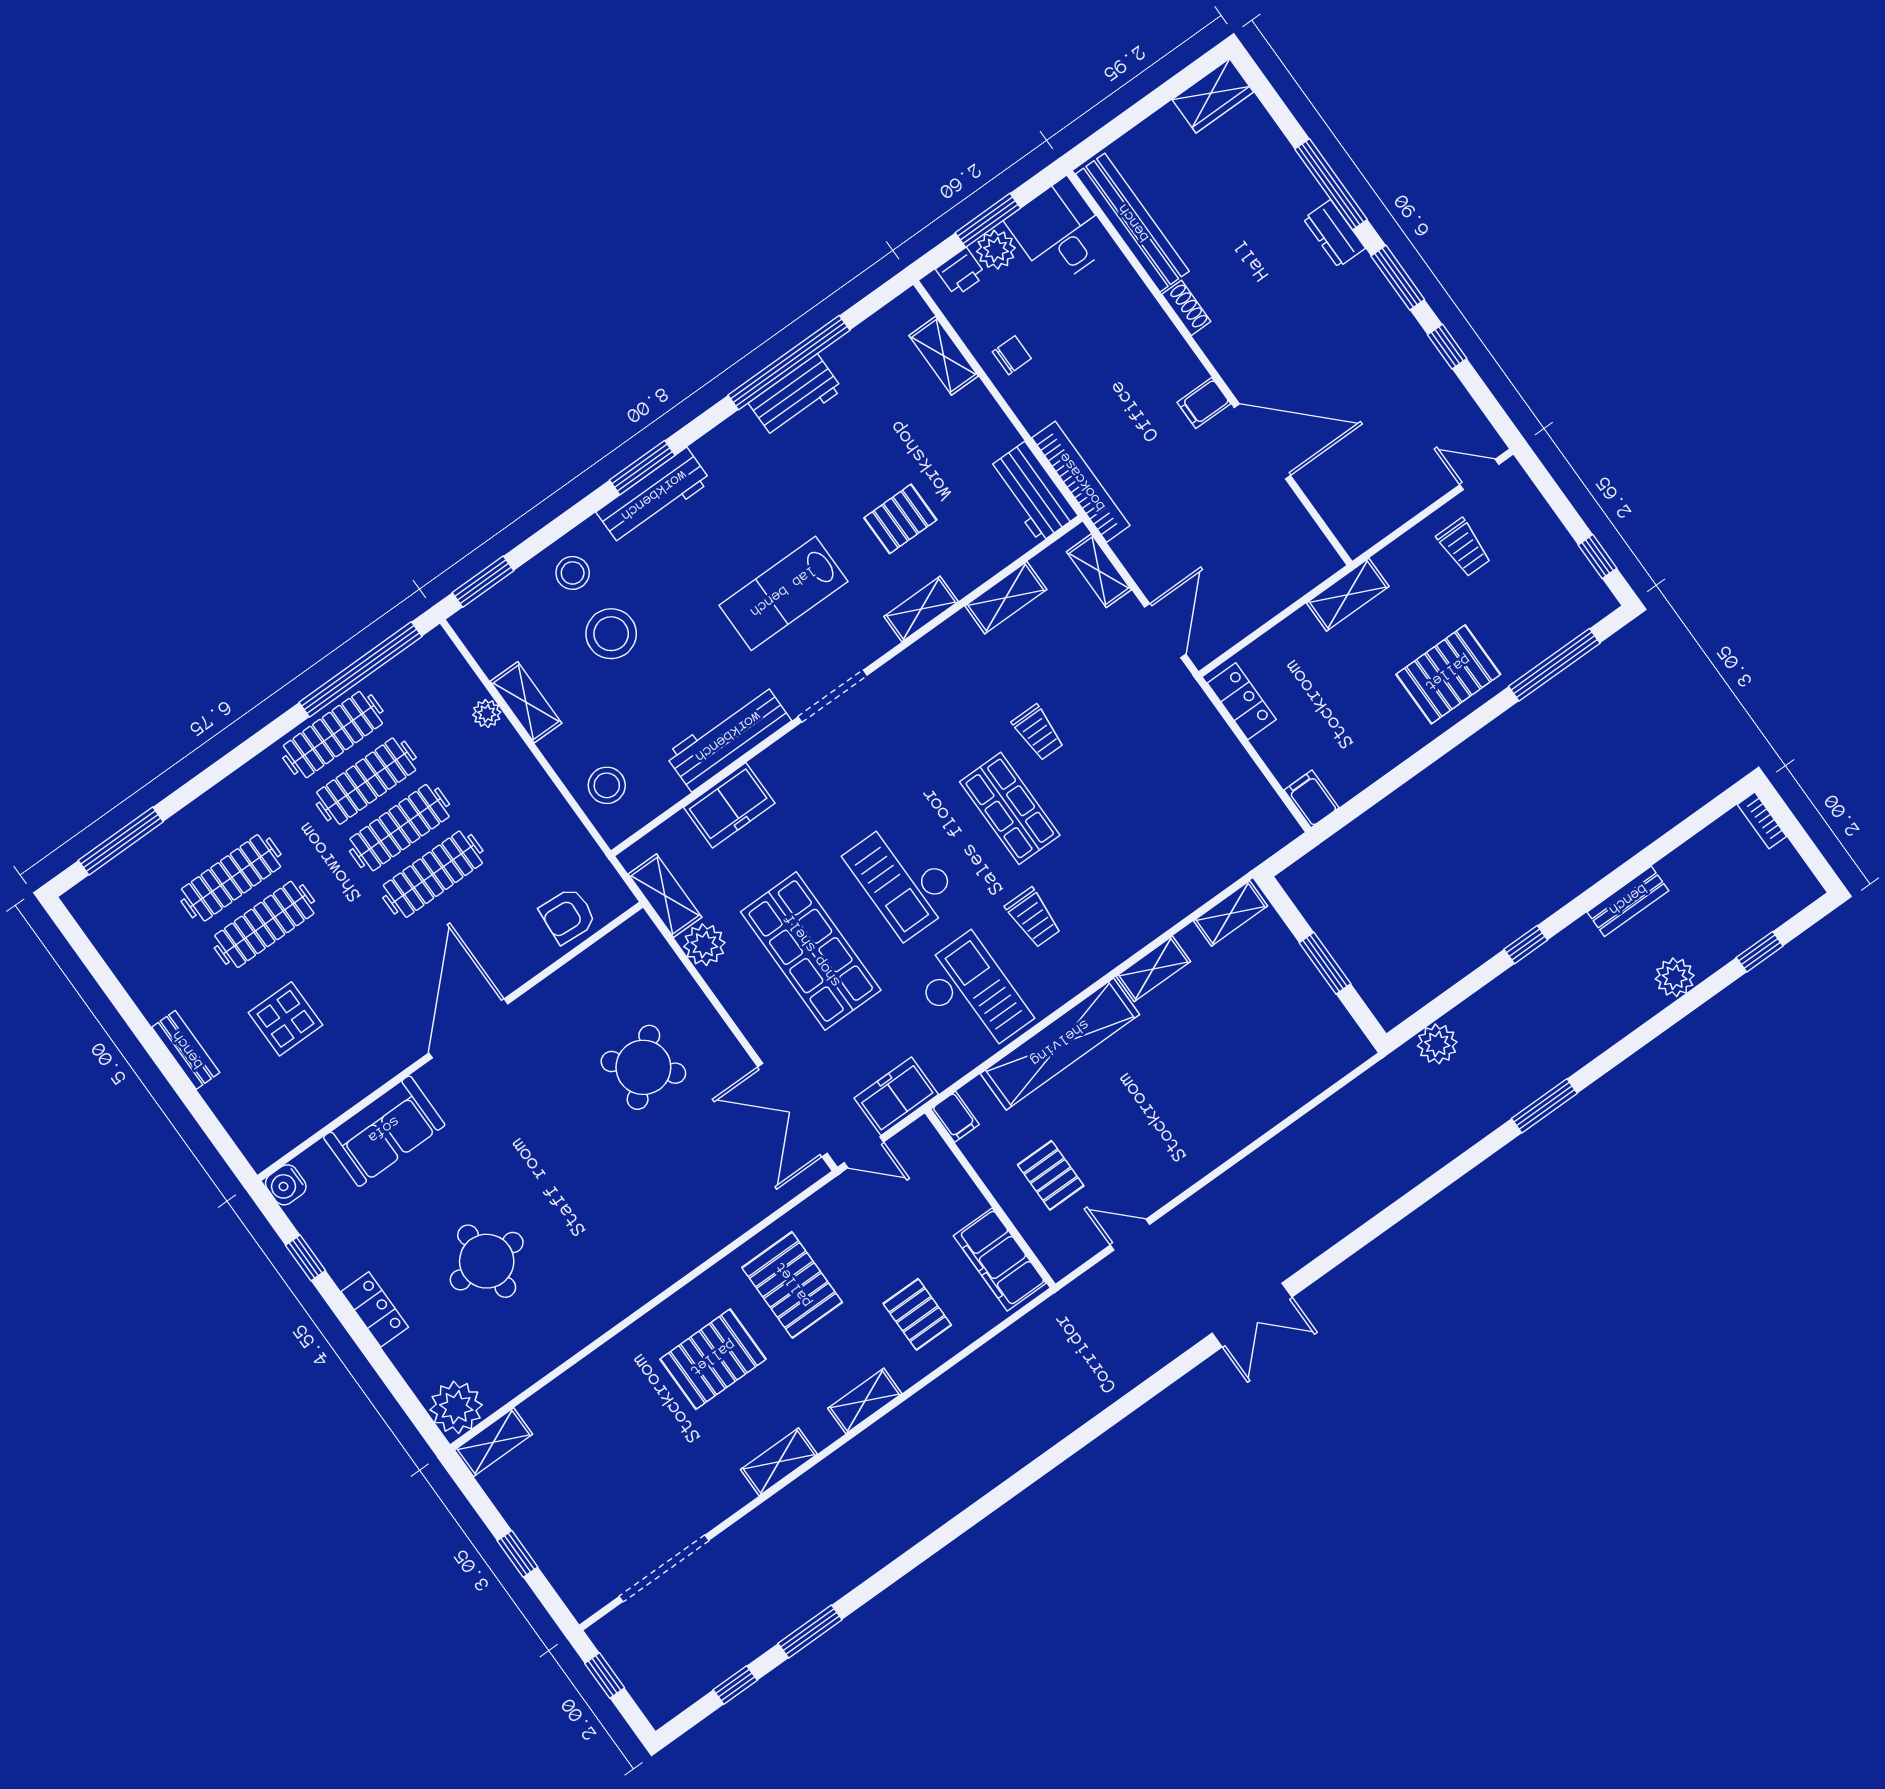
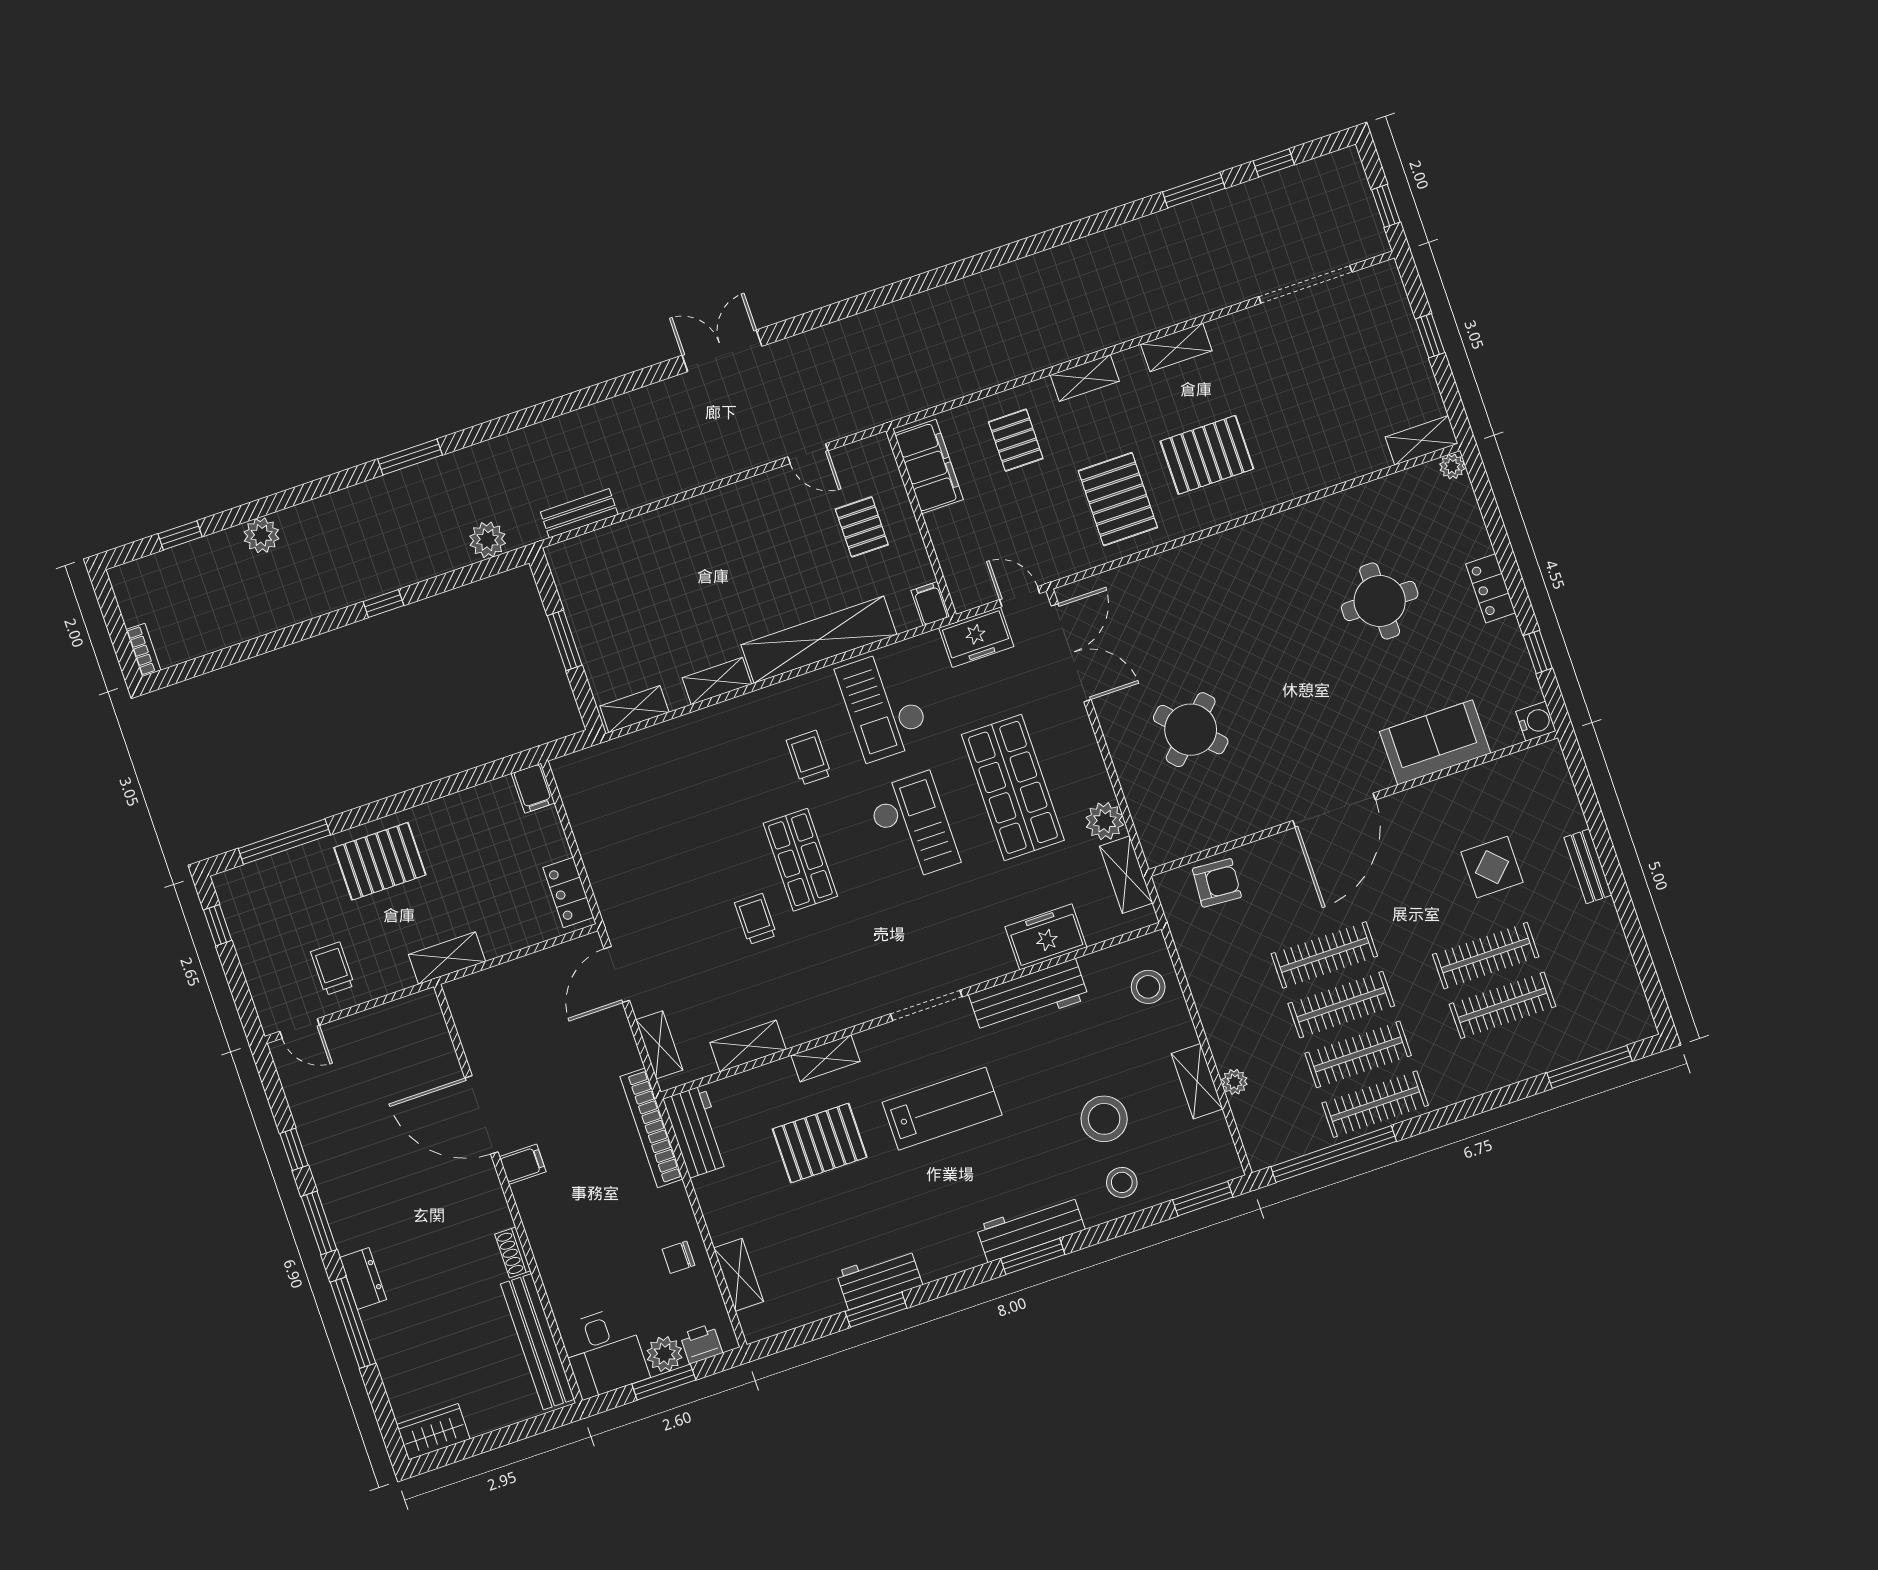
window: (789, 363) -> (876, 1310), width x0.47
pallet: (900, 519) -> (820, 1143), width x1.50, depth x1.42
bench: (1628, 901) -> (579, 513), moved
plant: (456, 1407) -> (1452, 466), width x0.53, depth x0.53

